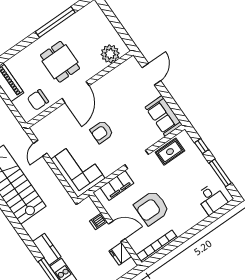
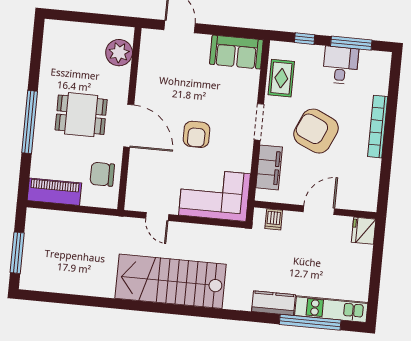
window: (55, 22) -> (30, 122), moved
chair: (38, 100) -> (102, 174), turned 90
desk: (212, 199) -> (341, 65), moved, turned -90
armchair: (152, 208) -> (316, 131), moved, turned 114
dishwasher: (98, 221) -> (274, 219), moved
bookcase: (157, 246) -> (378, 127), moved
fridge: (120, 254) -> (364, 231), moved, turned 90

